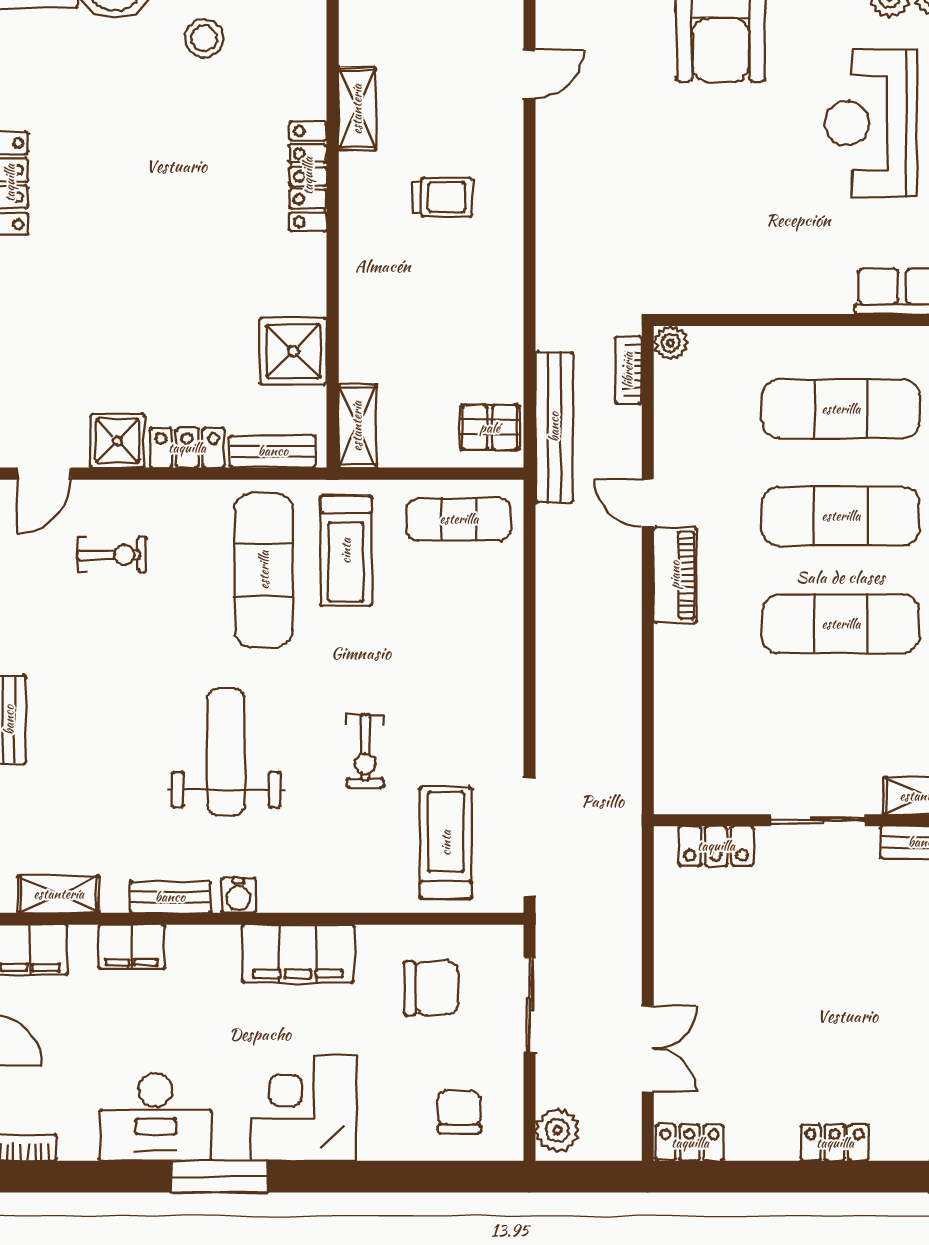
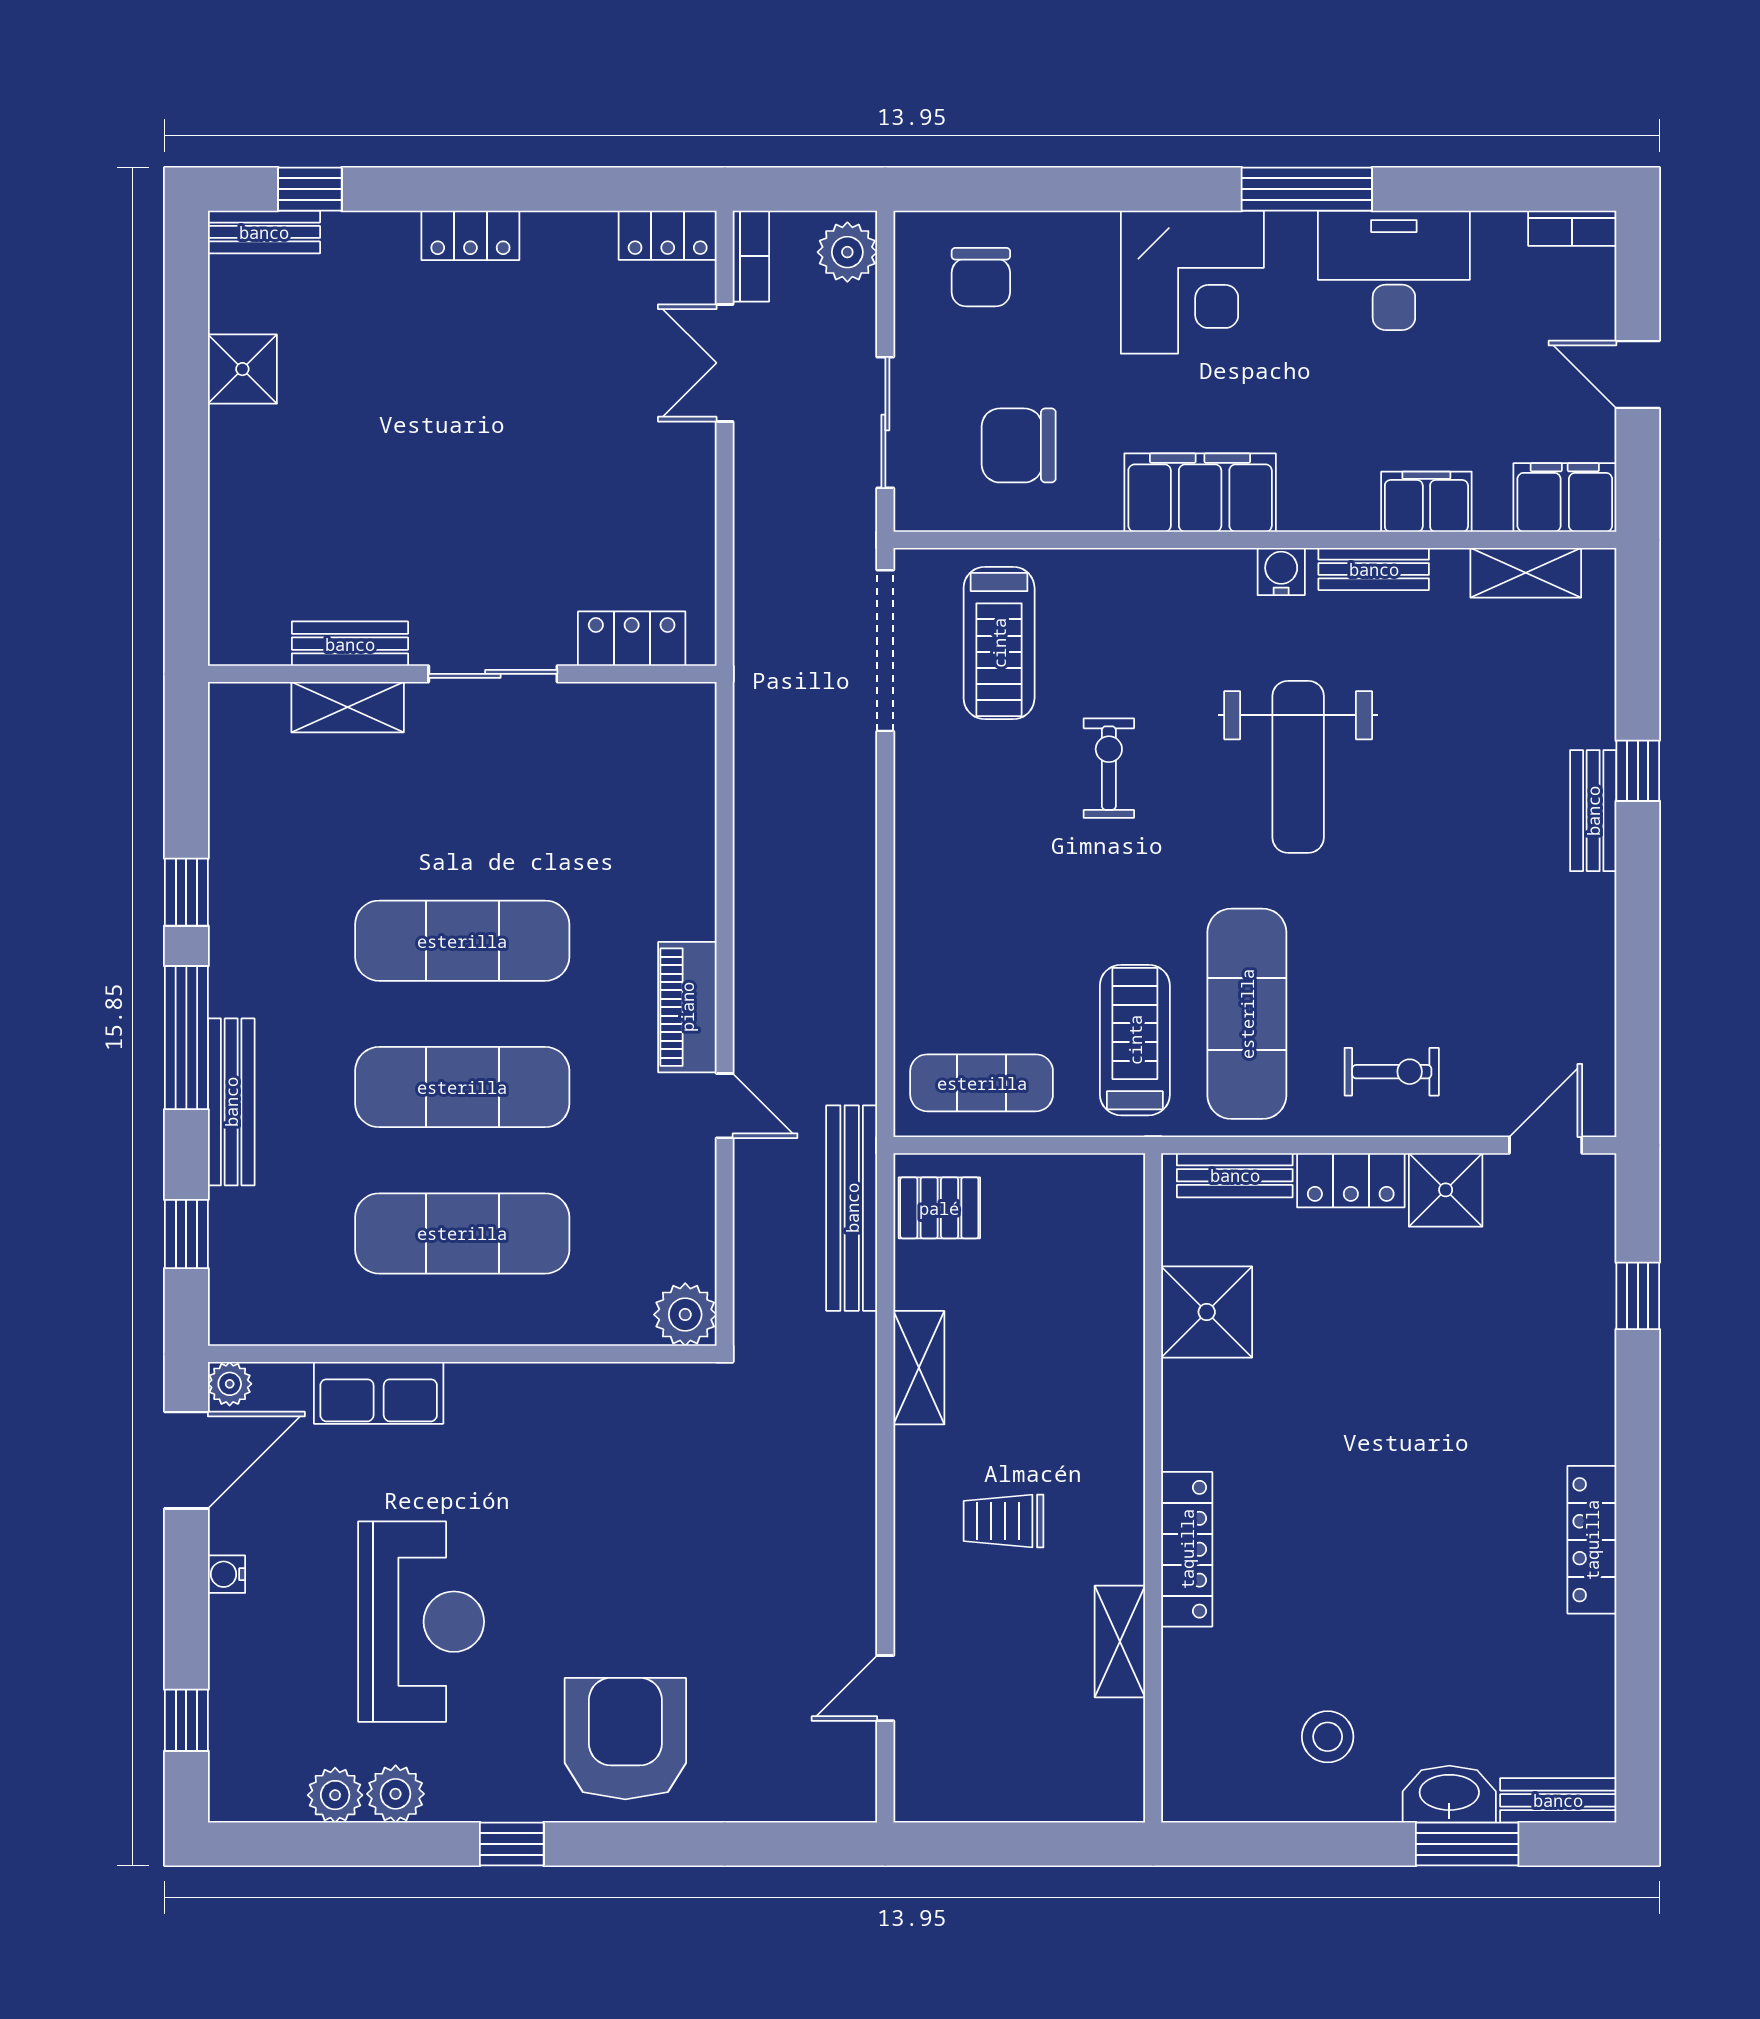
plant: (670, 343) -> (685, 1315), width x1.38, depth x1.38
bookcase: (628, 370) -> (751, 256), moved
shelving: (357, 426) -> (919, 1368), moved
exercise bike: (112, 555) -> (1392, 1072), moved, turned 180

